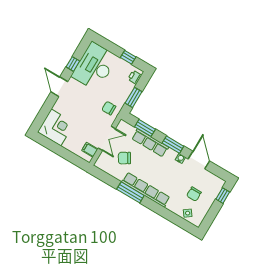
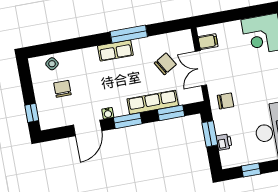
printer: (135, 77) -> (224, 142), moved
door: (199, 160) -> (88, 128), hinge flipped
row of seats: (146, 190) -> (115, 51), width x0.50

